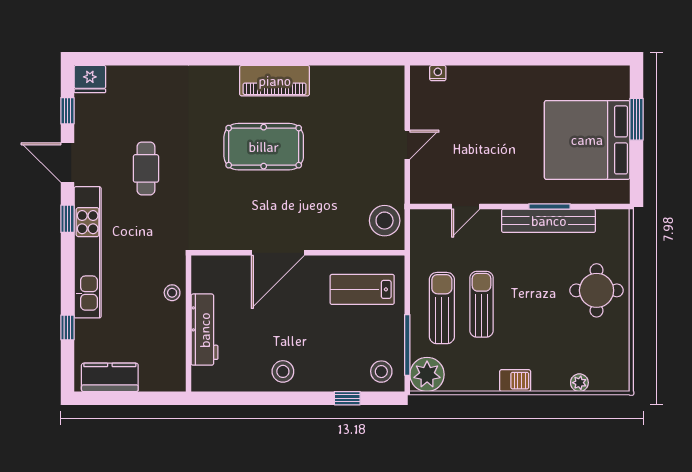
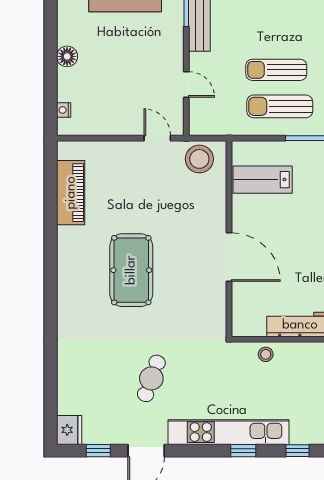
floor lamp: (496, 77) -> (67, 56), added
piano: (275, 81) -> (71, 193), moved
door: (407, 145) -> (157, 138), moved
cafe table: (146, 168) -> (151, 378), turned -70
window: (67, 219) -> (243, 451), moved
lab bench: (362, 289) -> (263, 180), turned 90

